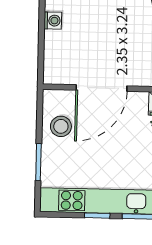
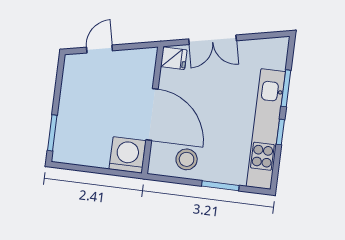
washing machine: (53, 21) -> (127, 155), moved, width x1.89, depth x1.89

